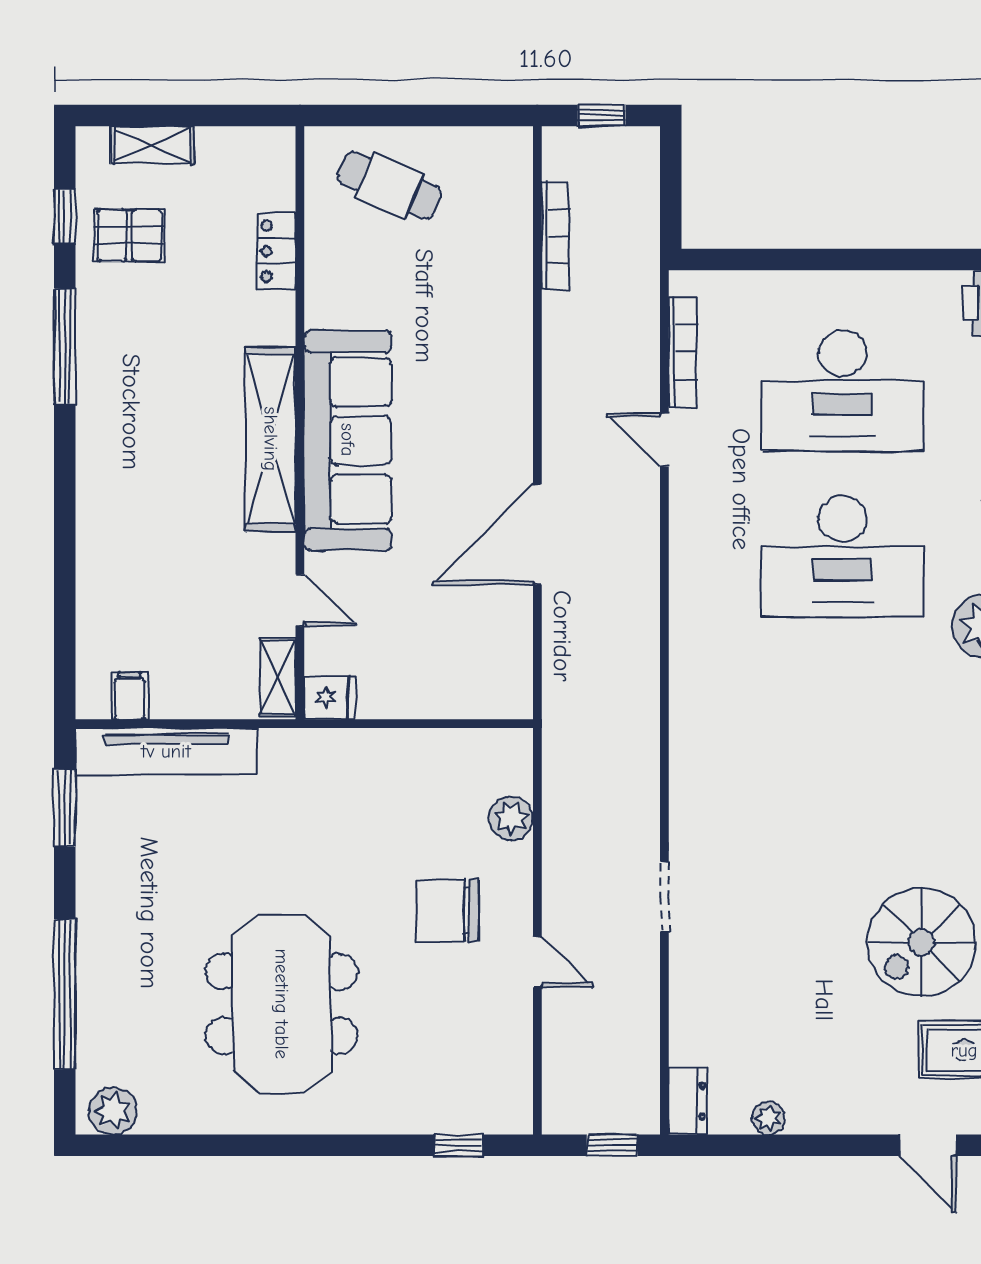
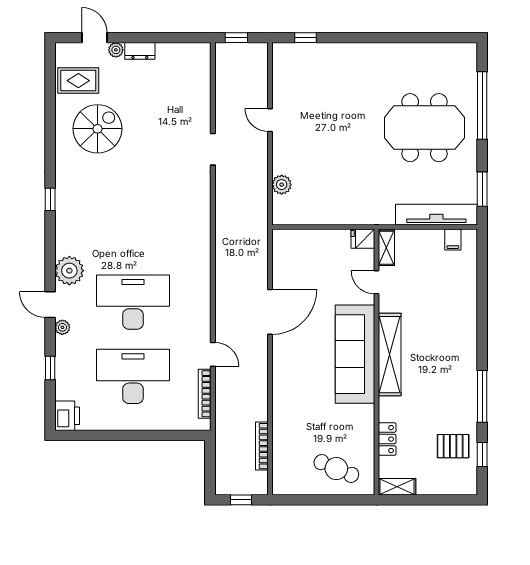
shelving: (152, 145) -> (397, 487), moved
chair: (448, 910) -> (310, 143), removed
meeting table: (282, 1004) -> (424, 128), moved, turned 90
dresser: (688, 1101) -> (140, 51), moved, turned -90
plant: (113, 1111) -> (460, 53), removed
plant: (768, 1118) -> (116, 50), moved

